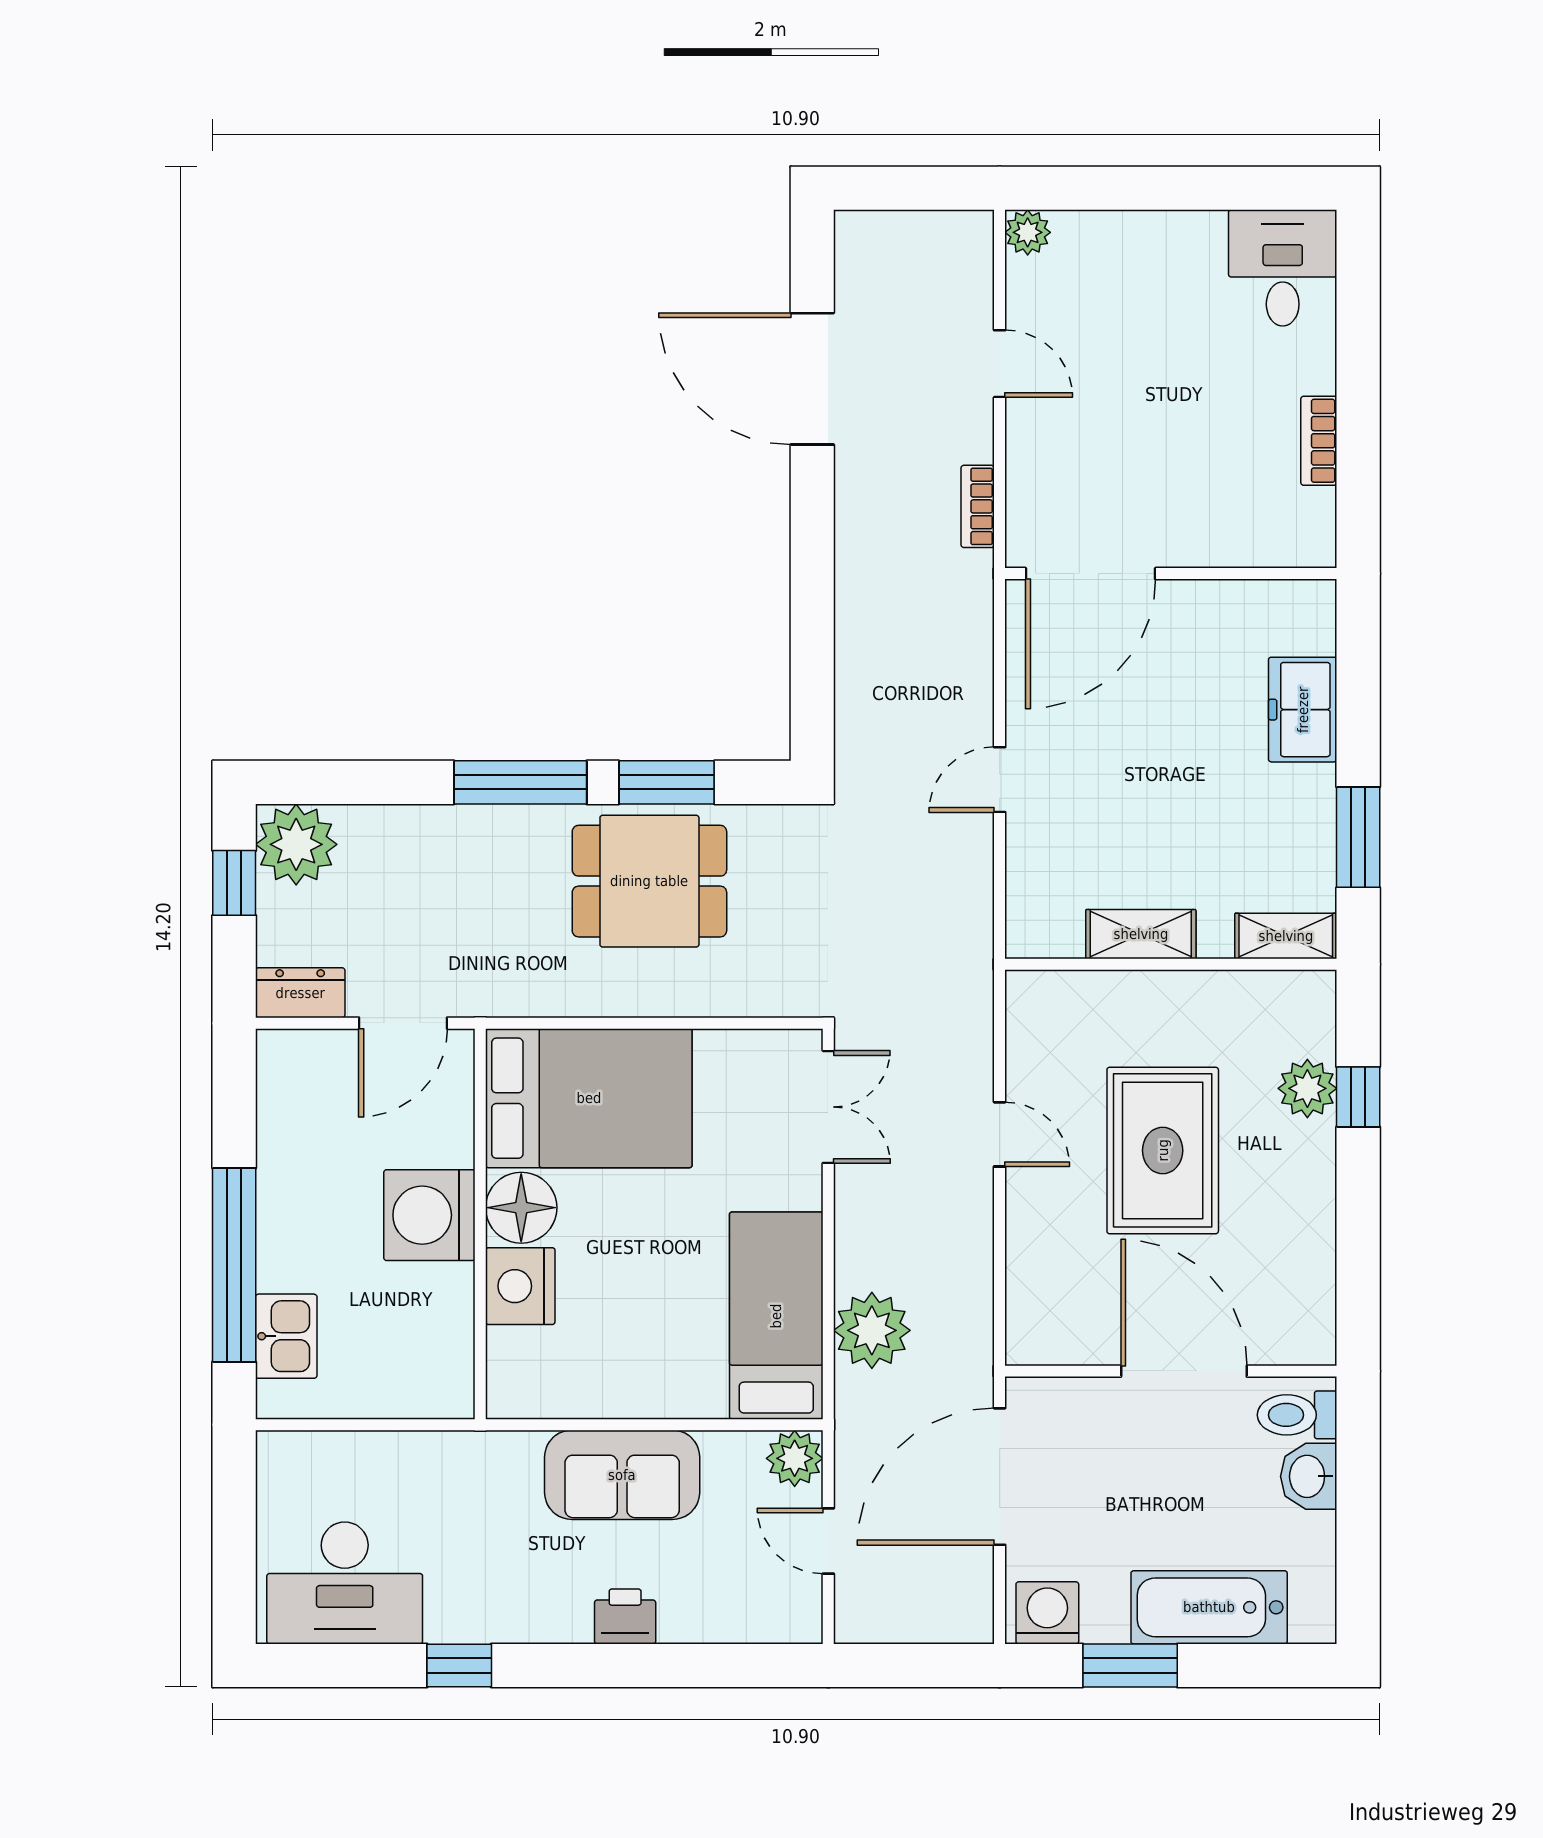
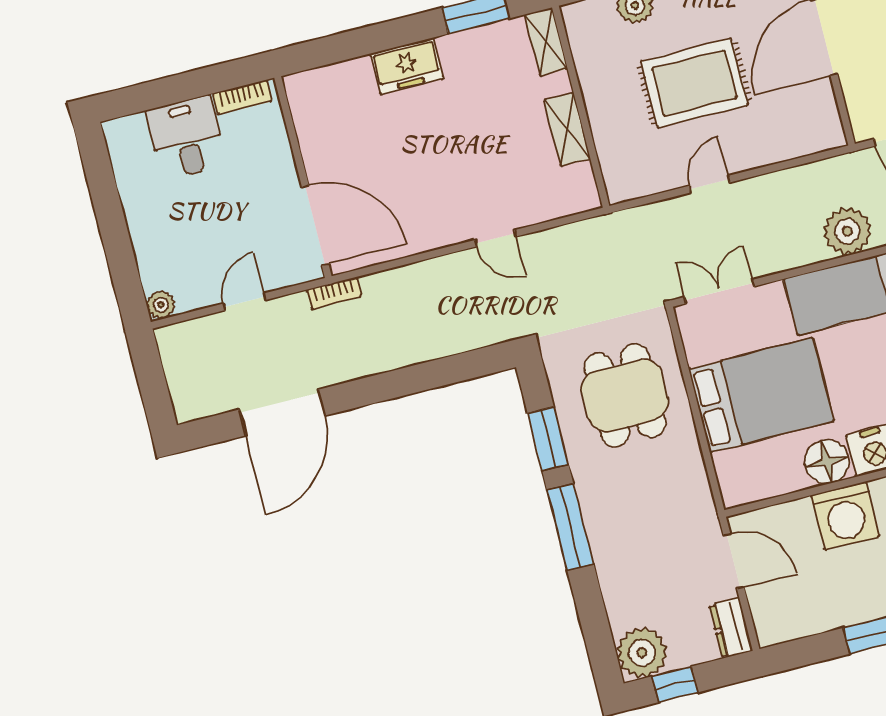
desk: (1283, 268) -> (186, 137), moved, turned 90
door: (1090, 574) -> (315, 225), moved
wall: (1171, 574) -> (303, 177), moved
dining table: (649, 881) -> (625, 395), moved
bed: (589, 1098) -> (761, 395), moved, turned 90

